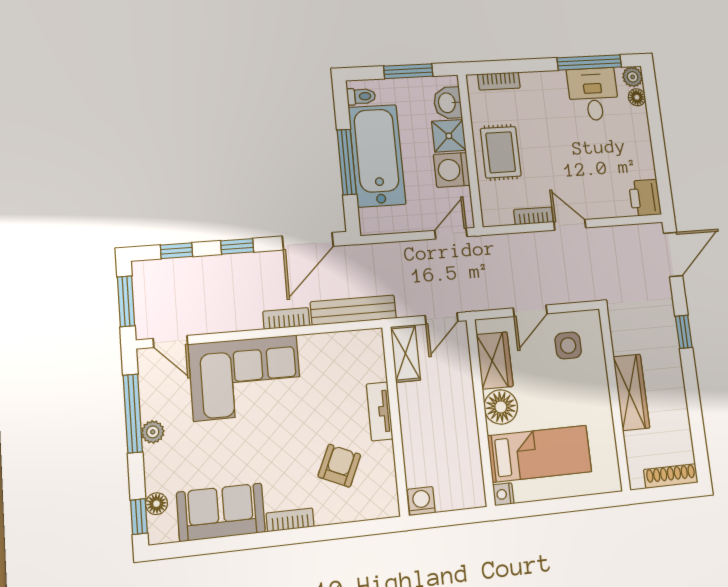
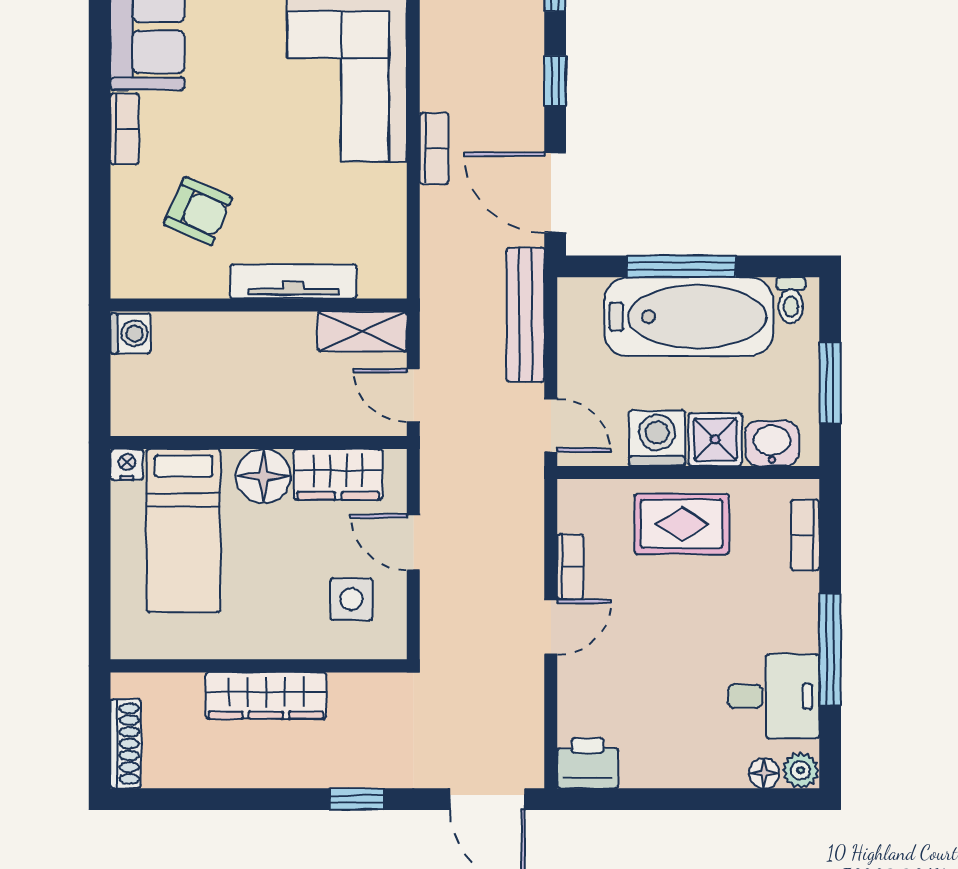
window: (589, 62) -> (830, 649), moved
bench: (353, 310) -> (525, 315), moved
tv unit: (380, 411) -> (293, 281), width x1.41

